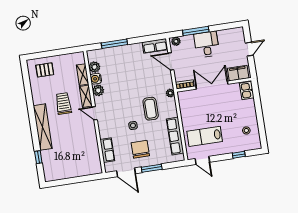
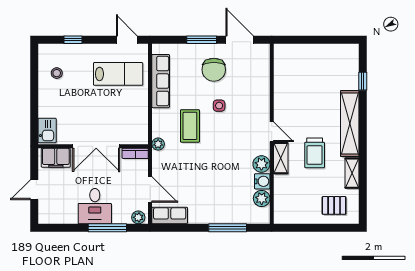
shelving: (83, 75) -> (352, 173), moved
row of seats: (107, 150) -> (262, 76), removed

